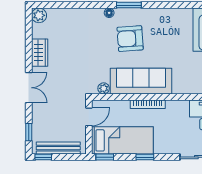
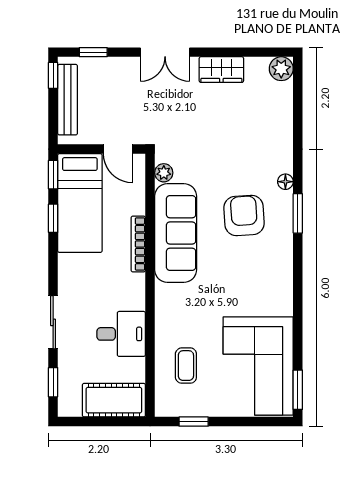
window: (145, 157) -> (53, 218), moved

